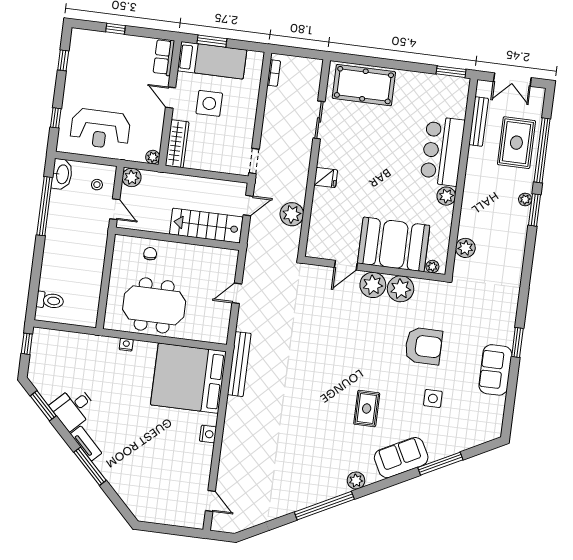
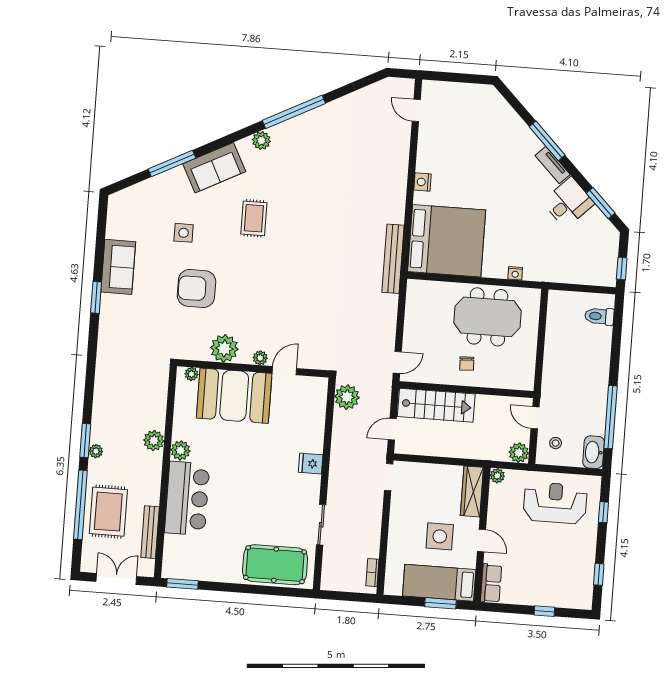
plant: (292, 214) -> (347, 397), moved
plant: (465, 248) -> (154, 441), moved
chair: (150, 254) -> (467, 364), moved
plant: (373, 285) -> (260, 358), width x0.53, depth x0.53
door: (237, 293) -> (397, 362), moved

